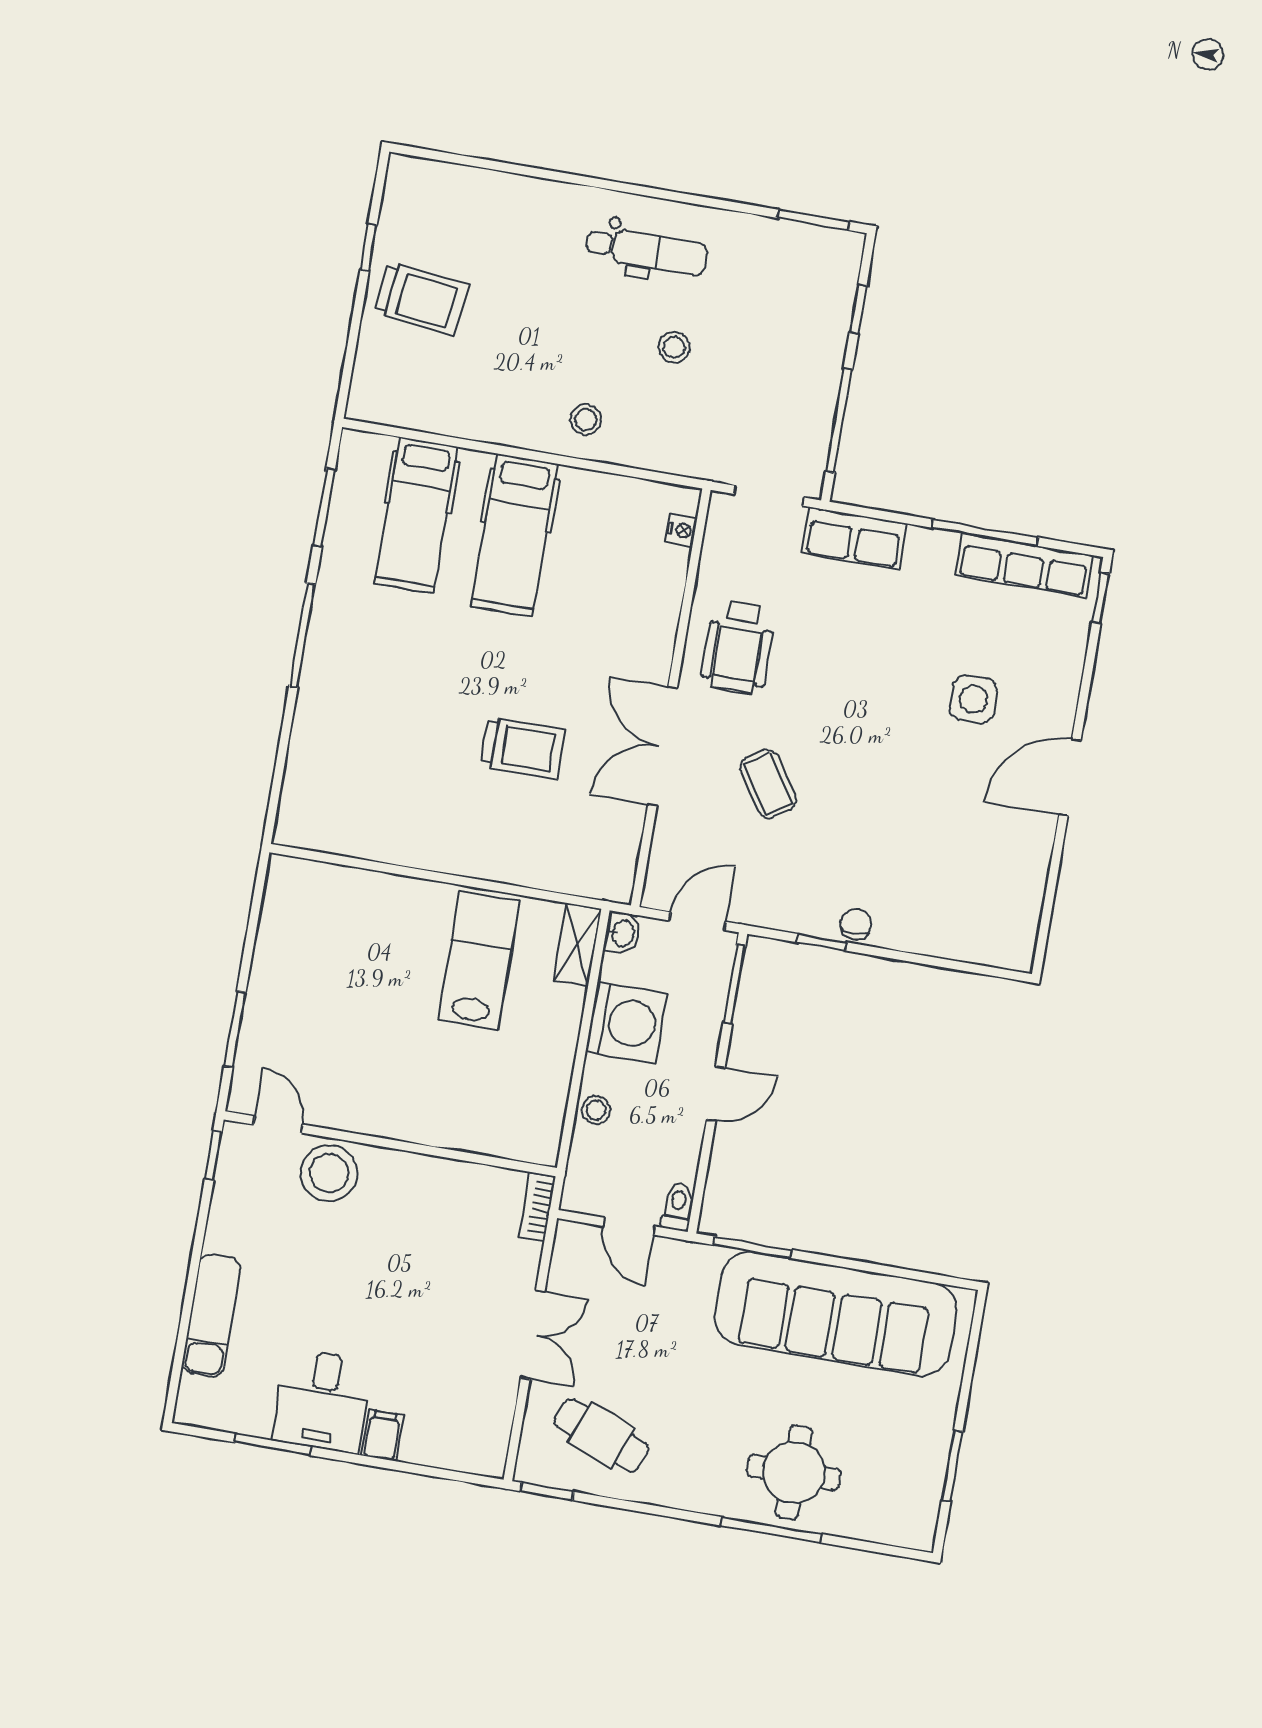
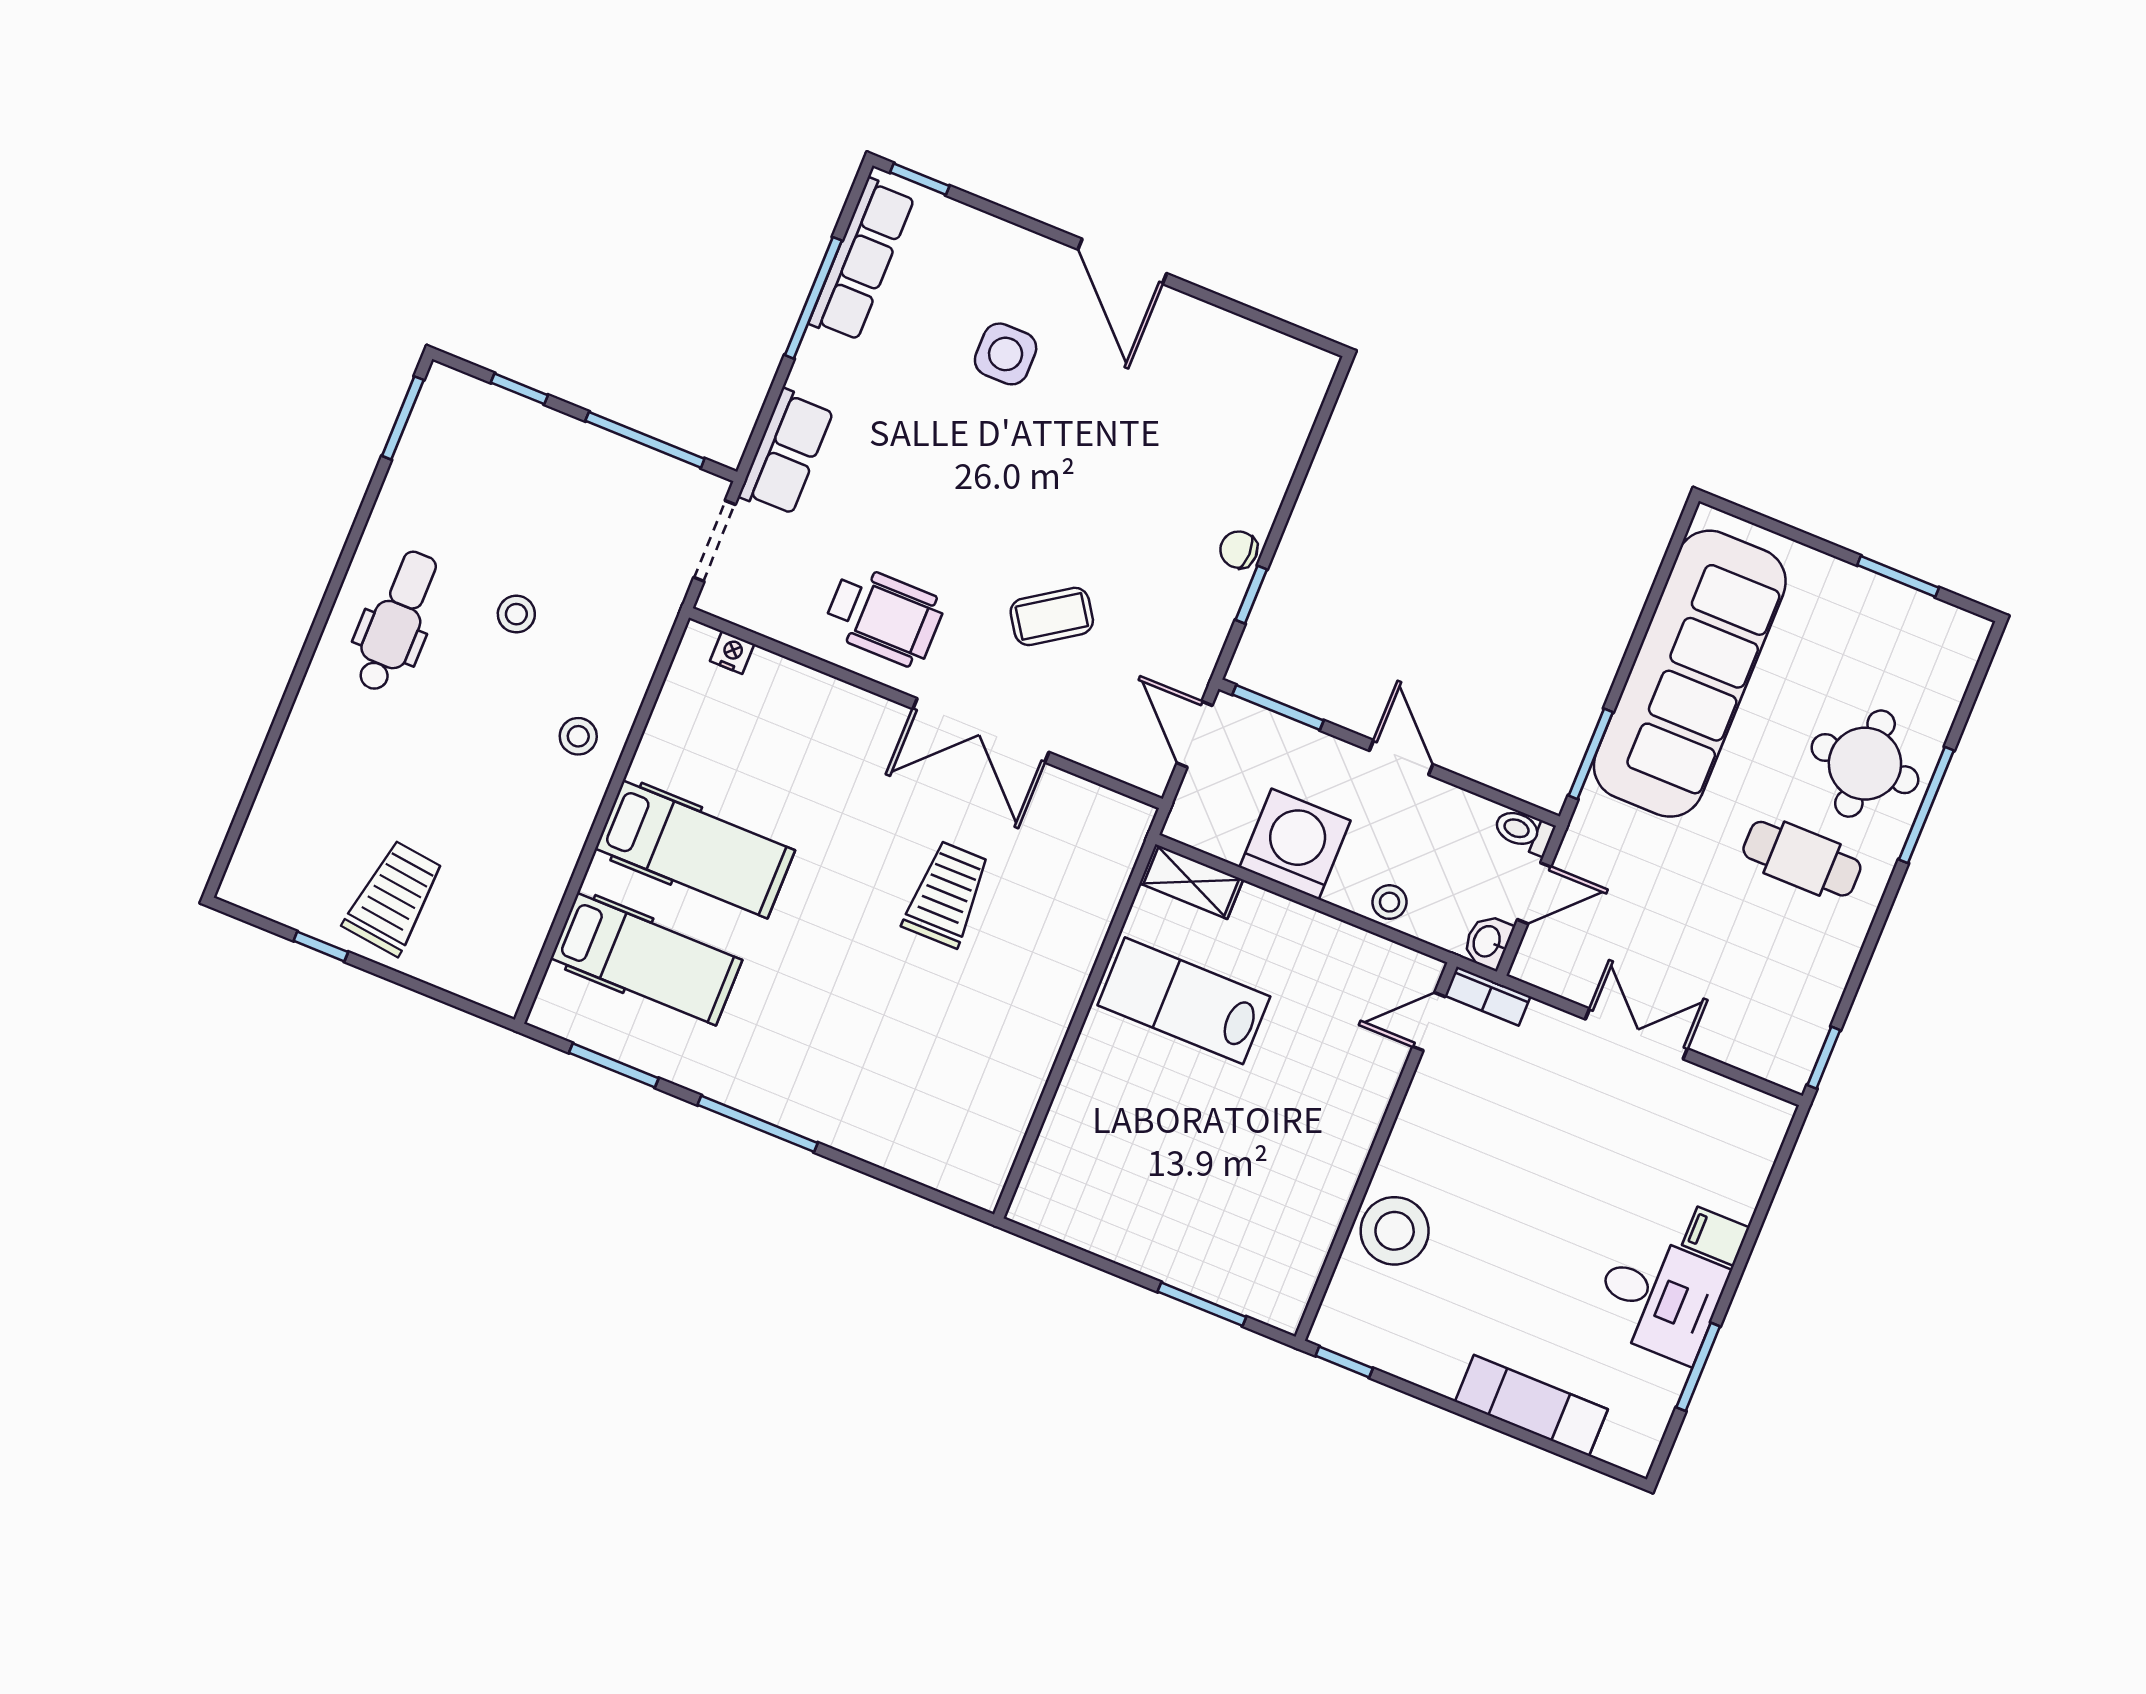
washbasin: (622, 933) -> (1488, 942), moved, turned -90
door: (278, 1125) -> (1429, 1022), moved
cafe table: (601, 1435) -> (1802, 859), moved, turned 68

